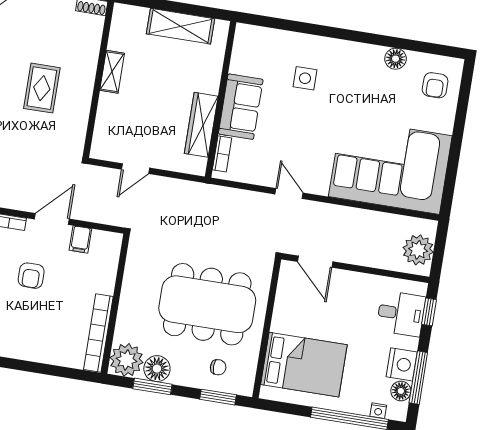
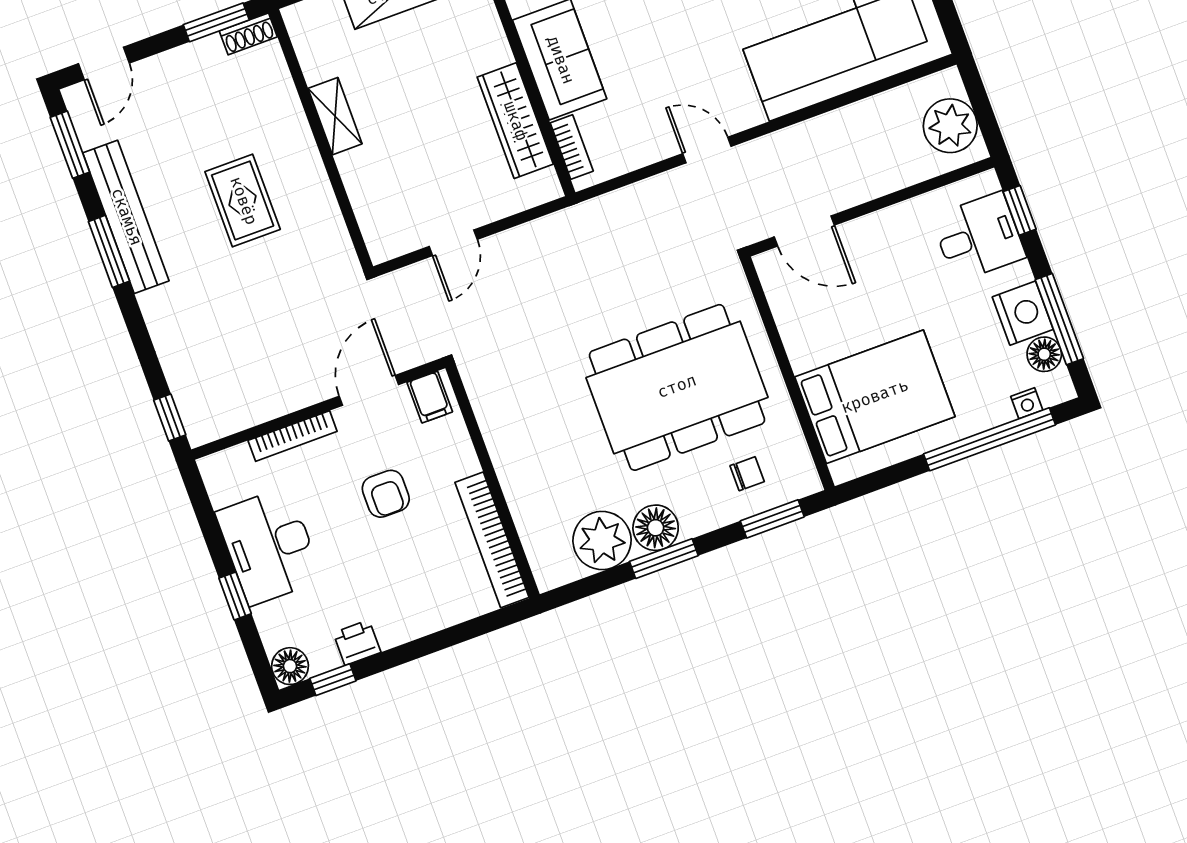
wall: (115, 304) -> (493, 481), moved
bookcase: (98, 333) -> (492, 540), moved

